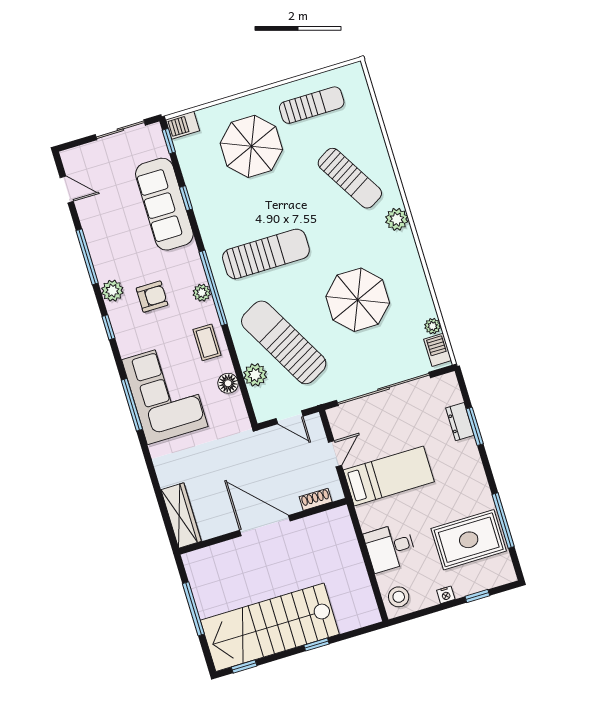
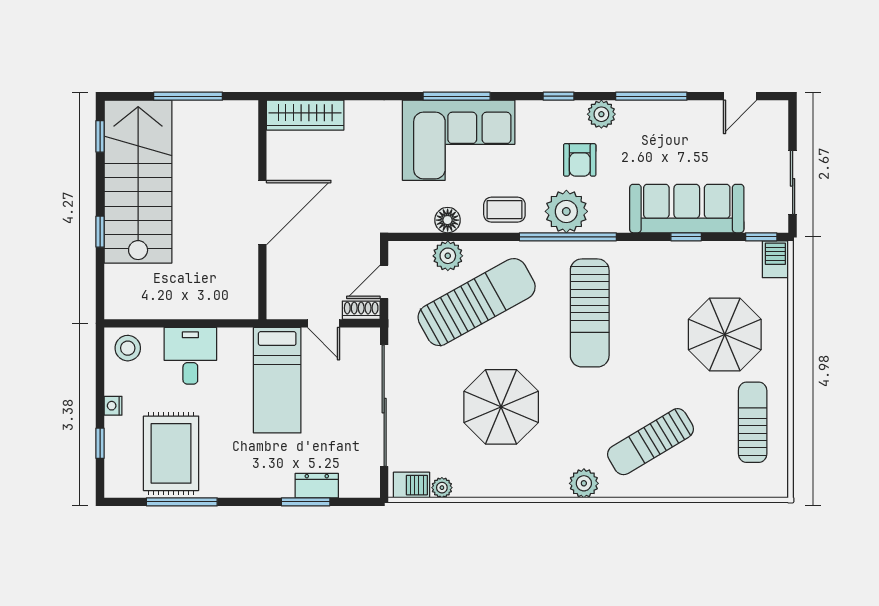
sun lounger: (312, 105) -> (753, 422), turned 180
plant: (202, 293) -> (566, 211), width x1.88, depth x1.88
shoe rack: (316, 499) -> (361, 310), moved, turned -90

